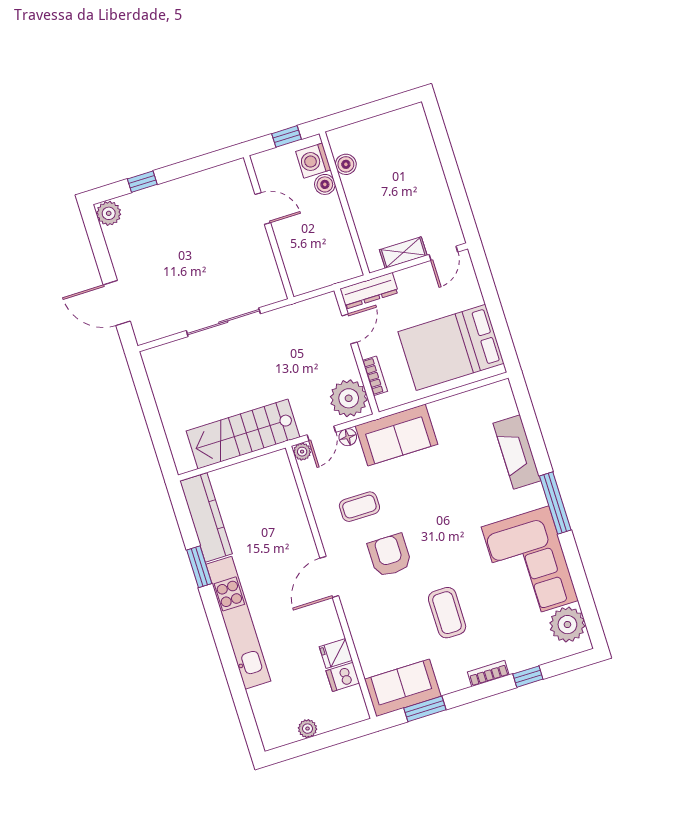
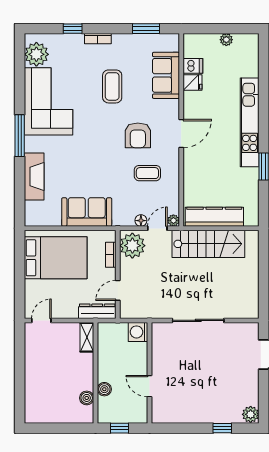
washing machine: (313, 161) -> (138, 332), moved, turned 180
shelving: (403, 253) -> (87, 337), moved, turned 90
sofa: (397, 435) -> (87, 212), moved
kitchen counter: (206, 517) -> (214, 217), moved, turned 90
sofa: (403, 688) -> (166, 75), moved, turned 90

